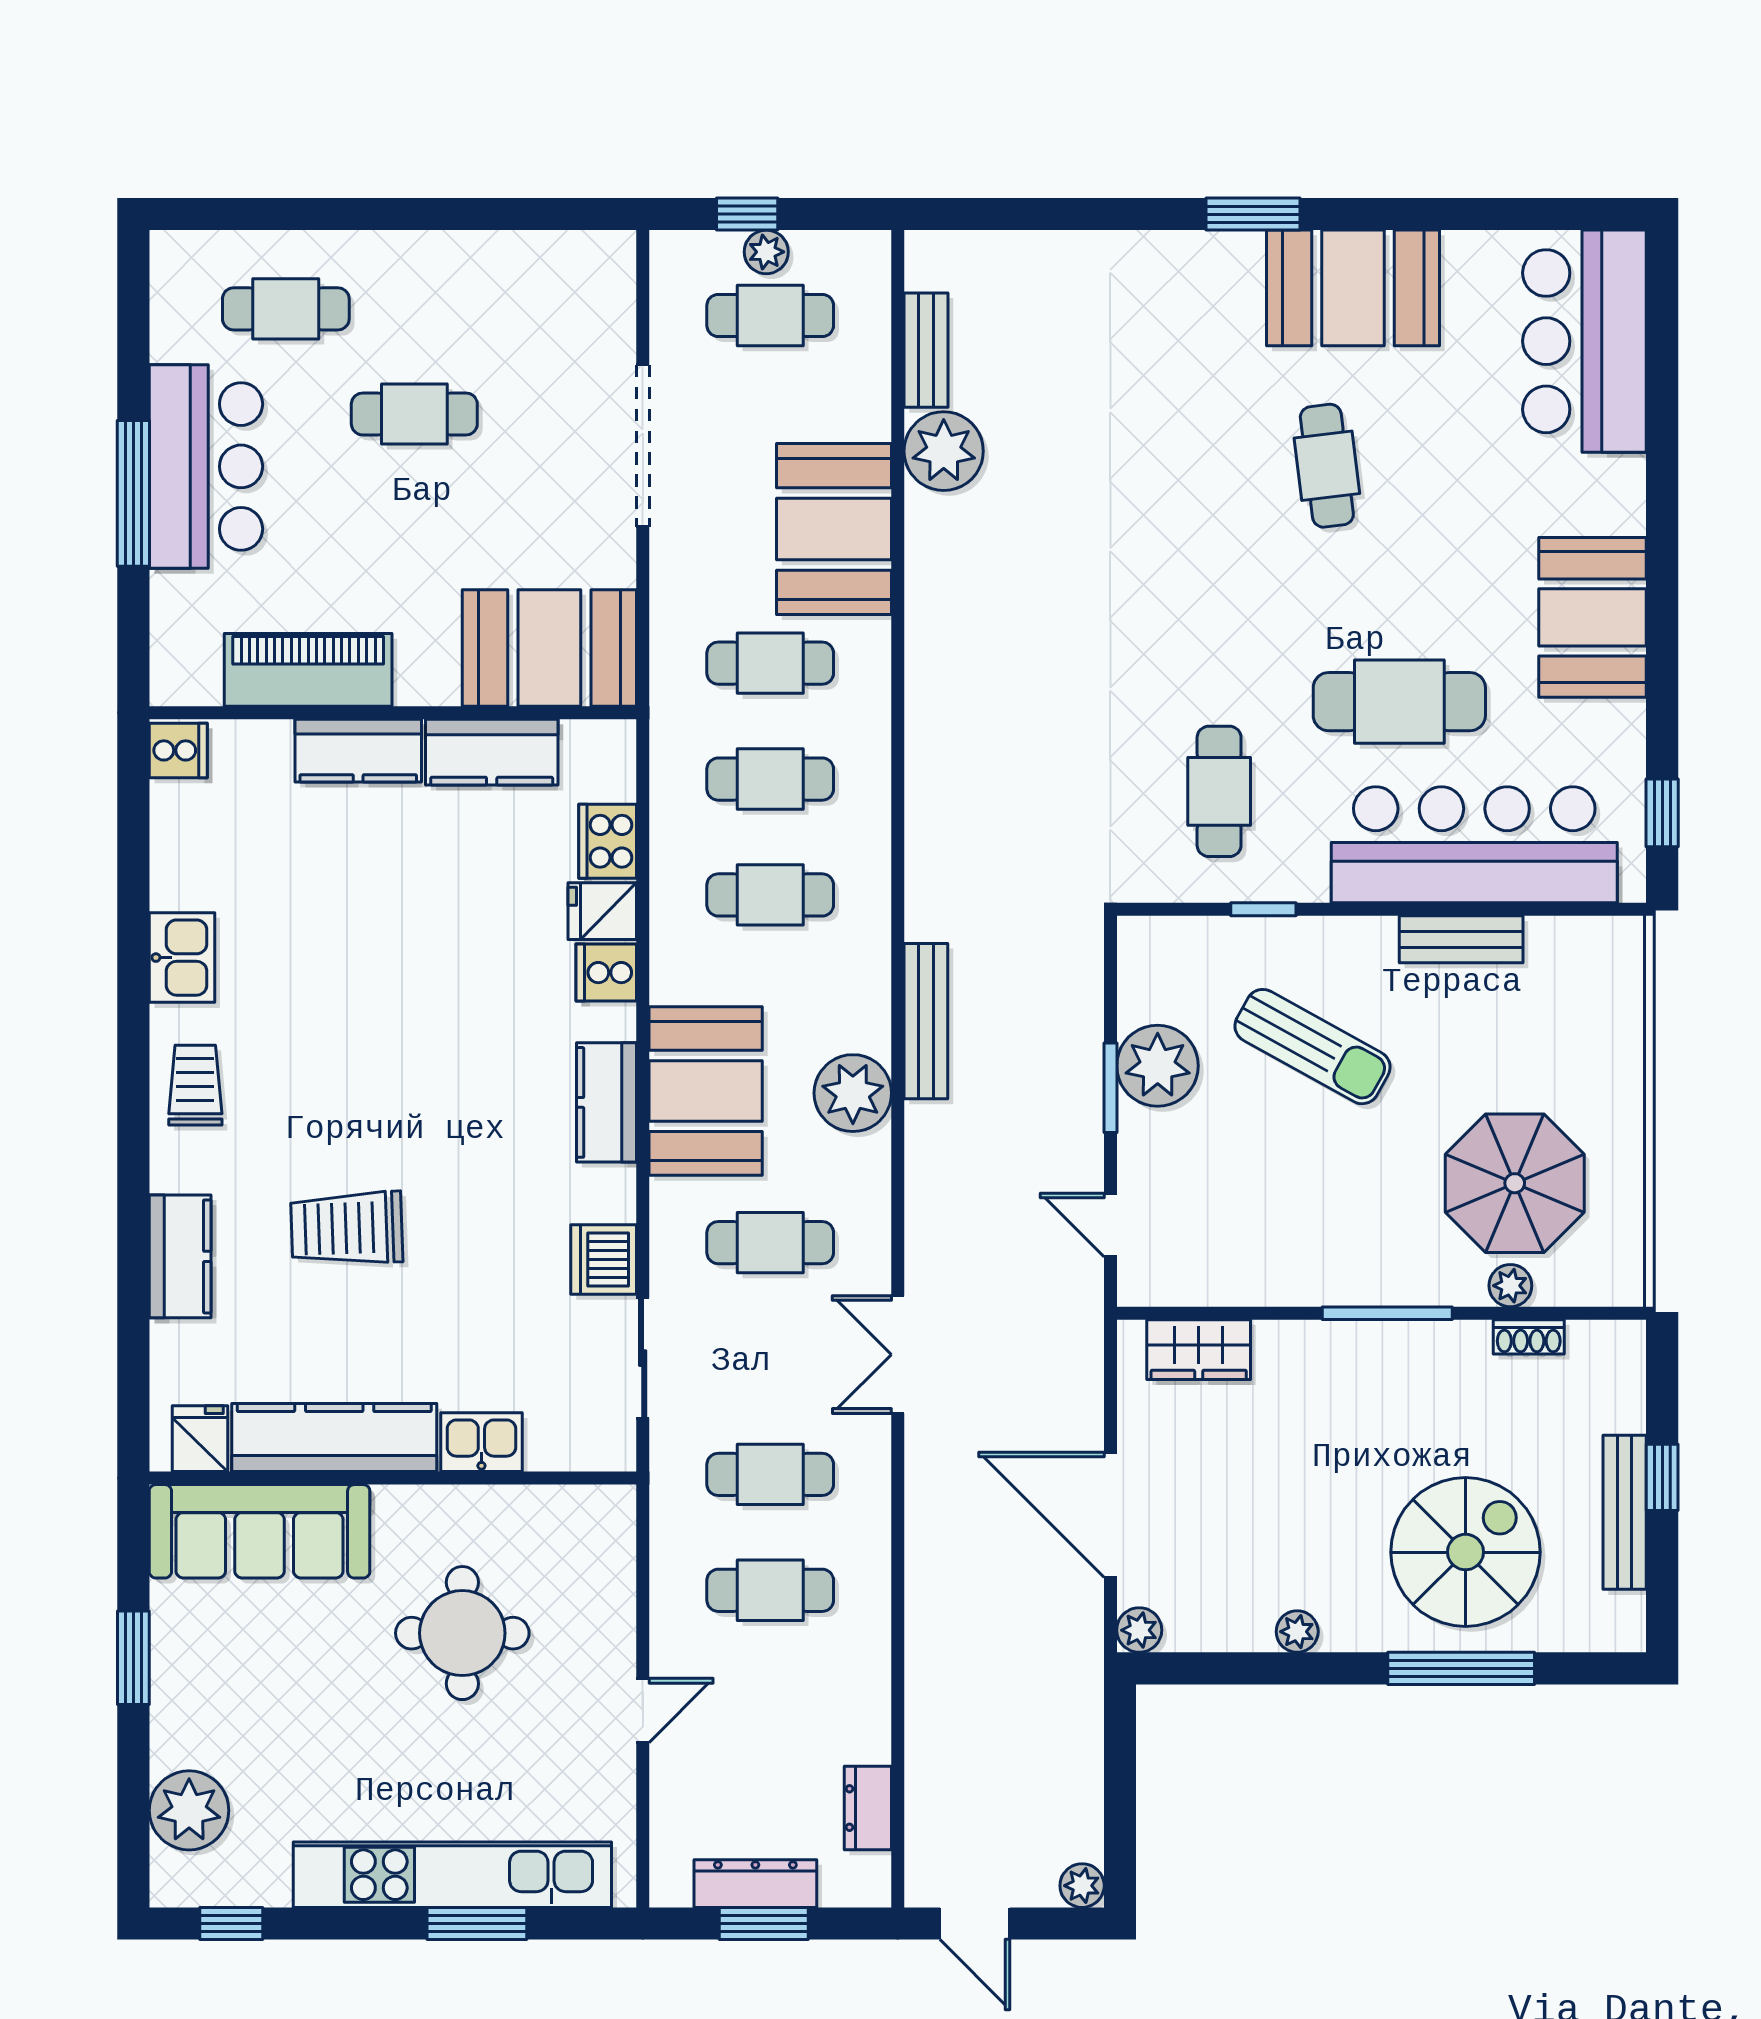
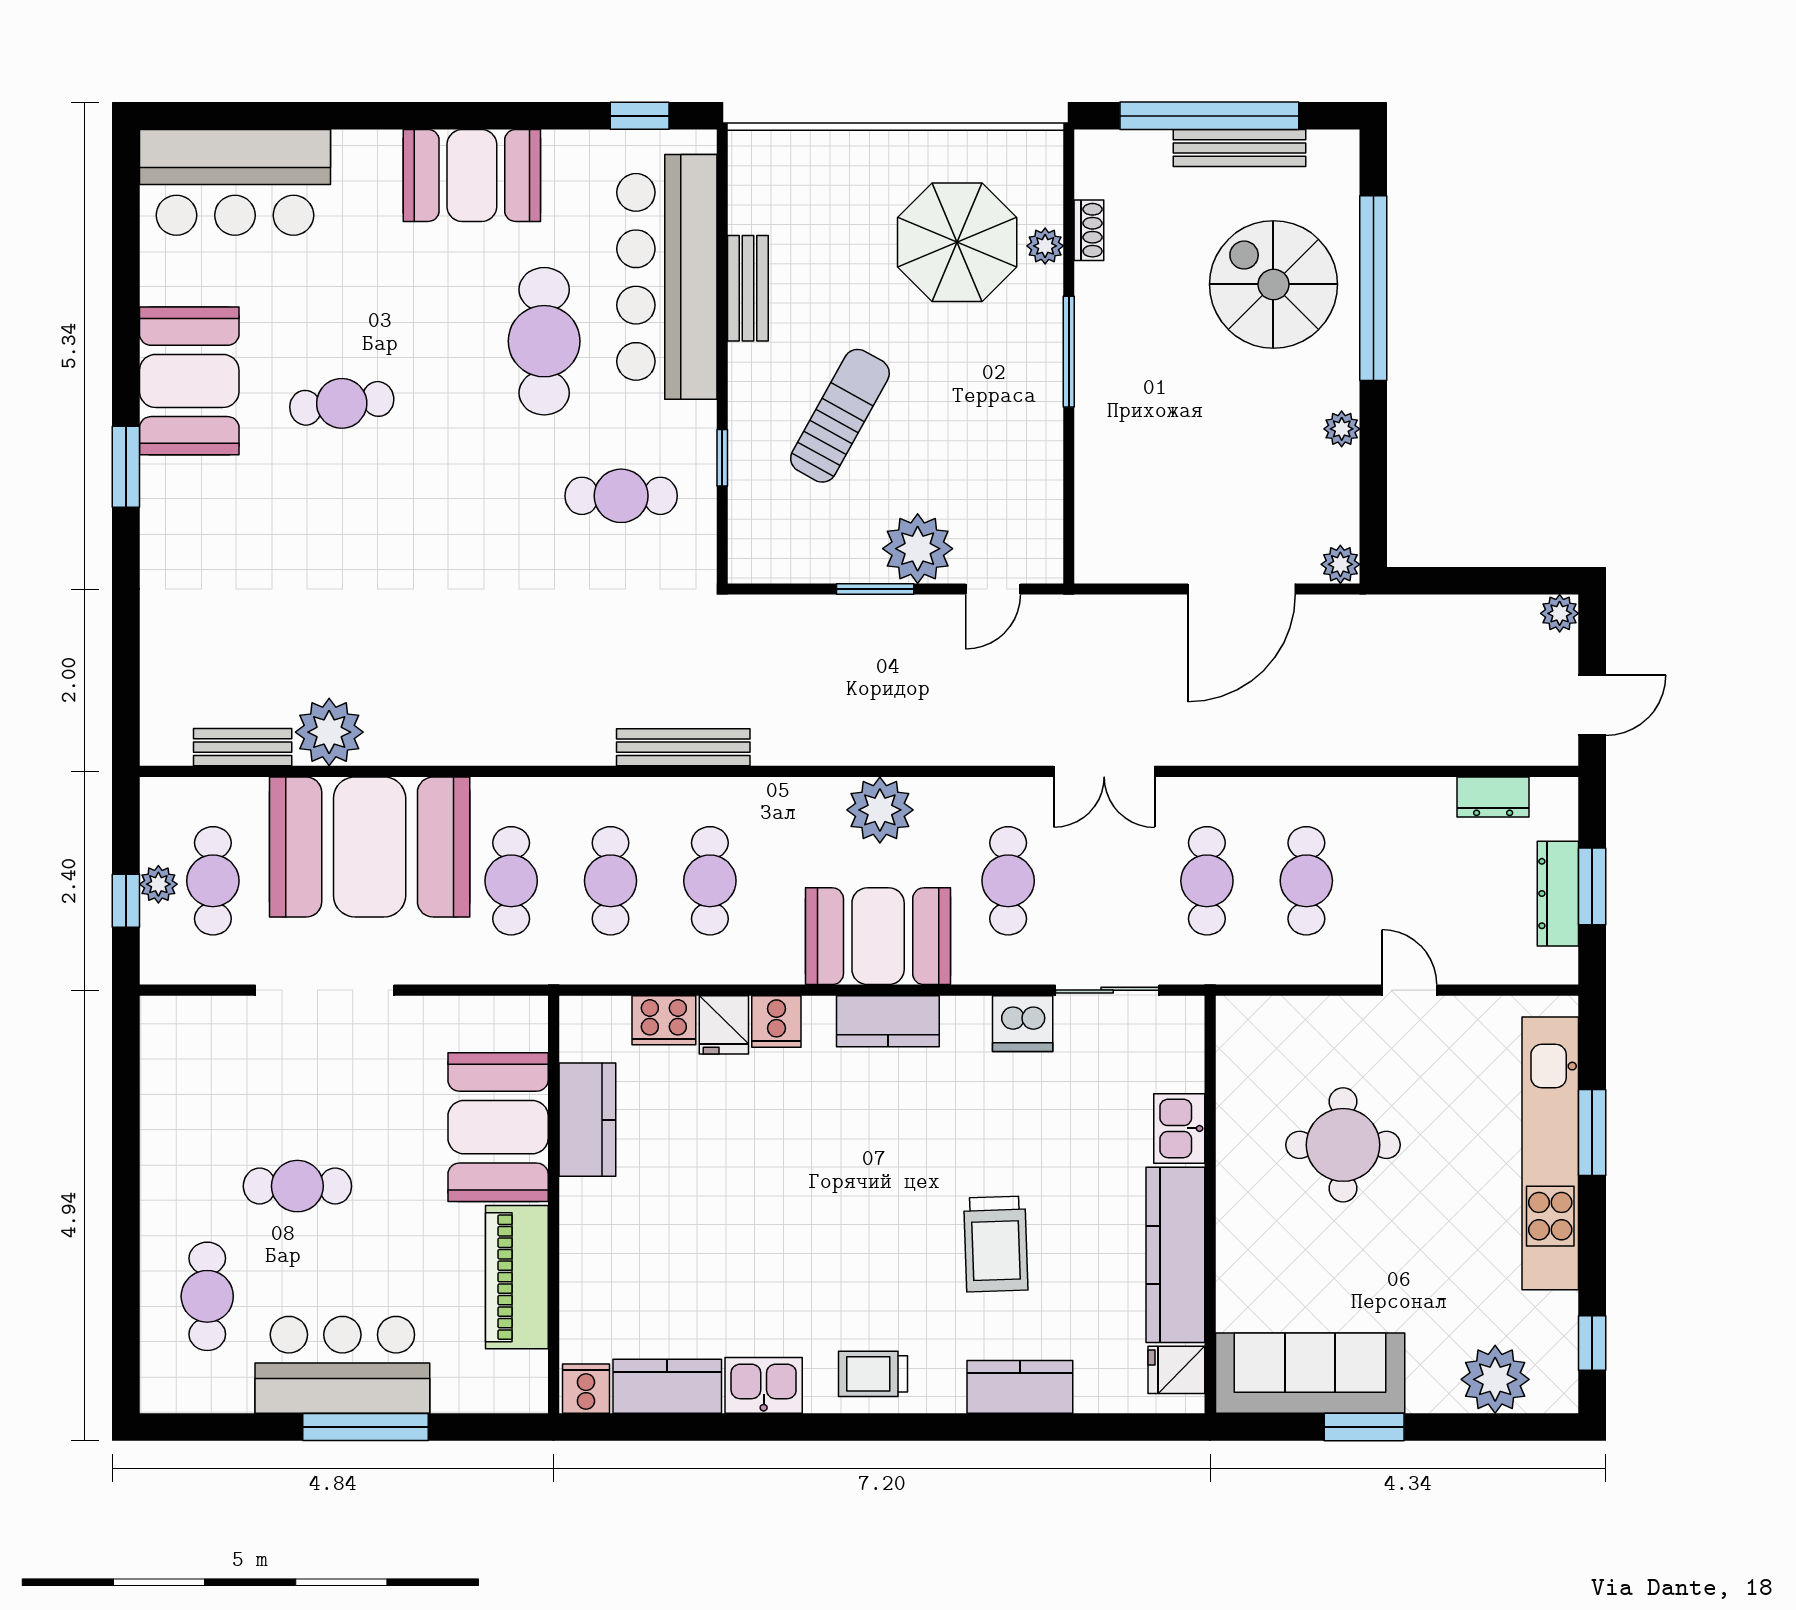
cafe table: (414, 414) -> (297, 1186), turned 90
booth: (834, 529) -> (370, 847), width x1.36, depth x1.42
booth: (549, 648) -> (498, 1127), moved
kitchen counter: (358, 751) -> (667, 1386), moved, turned -90
bench: (926, 1021) -> (683, 747), moved
plant: (1158, 1066) -> (918, 549), moved
wardrobe: (1199, 1350) -> (1100, 513), removed
window: (1662, 1477) -> (1209, 116), width x3.17
sofa: (260, 1531) -> (1310, 1373), moved, turned -90
window: (1461, 1668) -> (1373, 288), width x1.46

